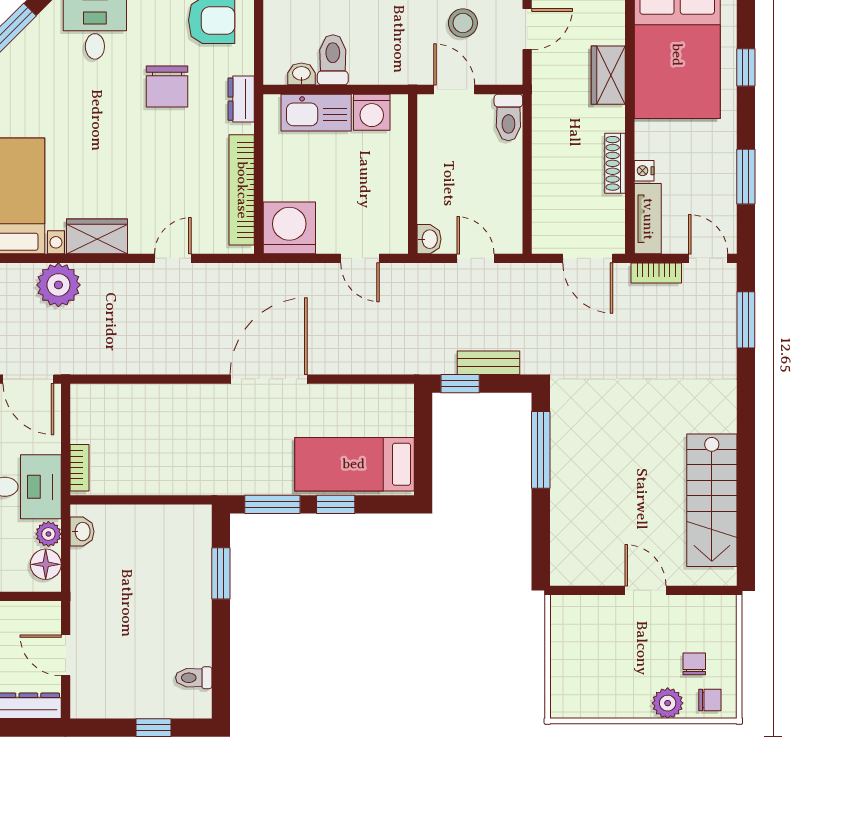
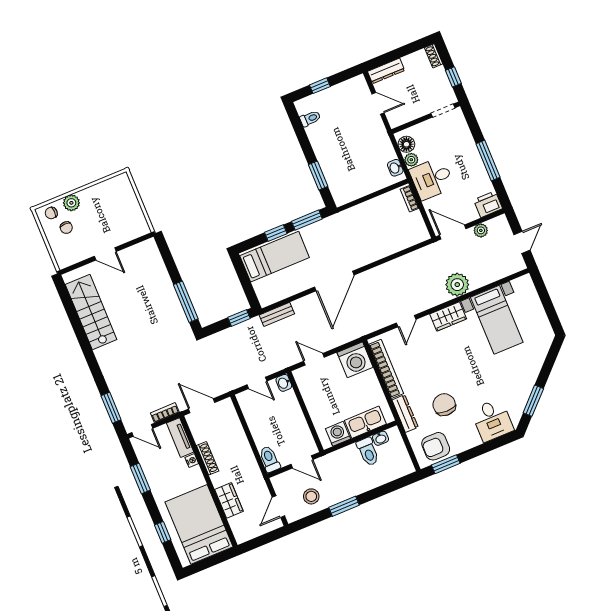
dresser: (241, 99) -> (405, 414), width x1.44
bench: (489, 363) -> (277, 314), moved

